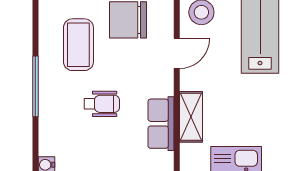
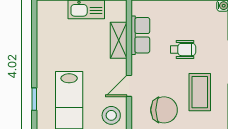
wheelchair: (102, 104) -> (183, 50), turned 180

